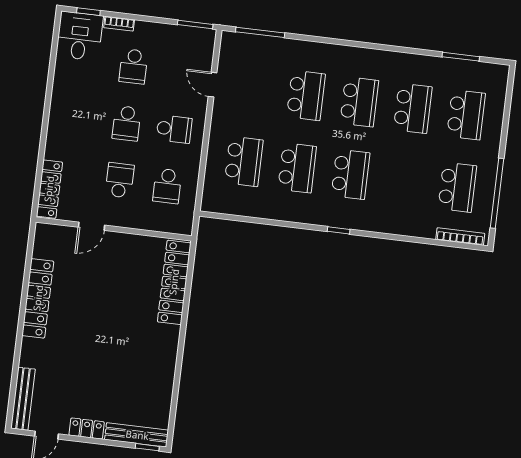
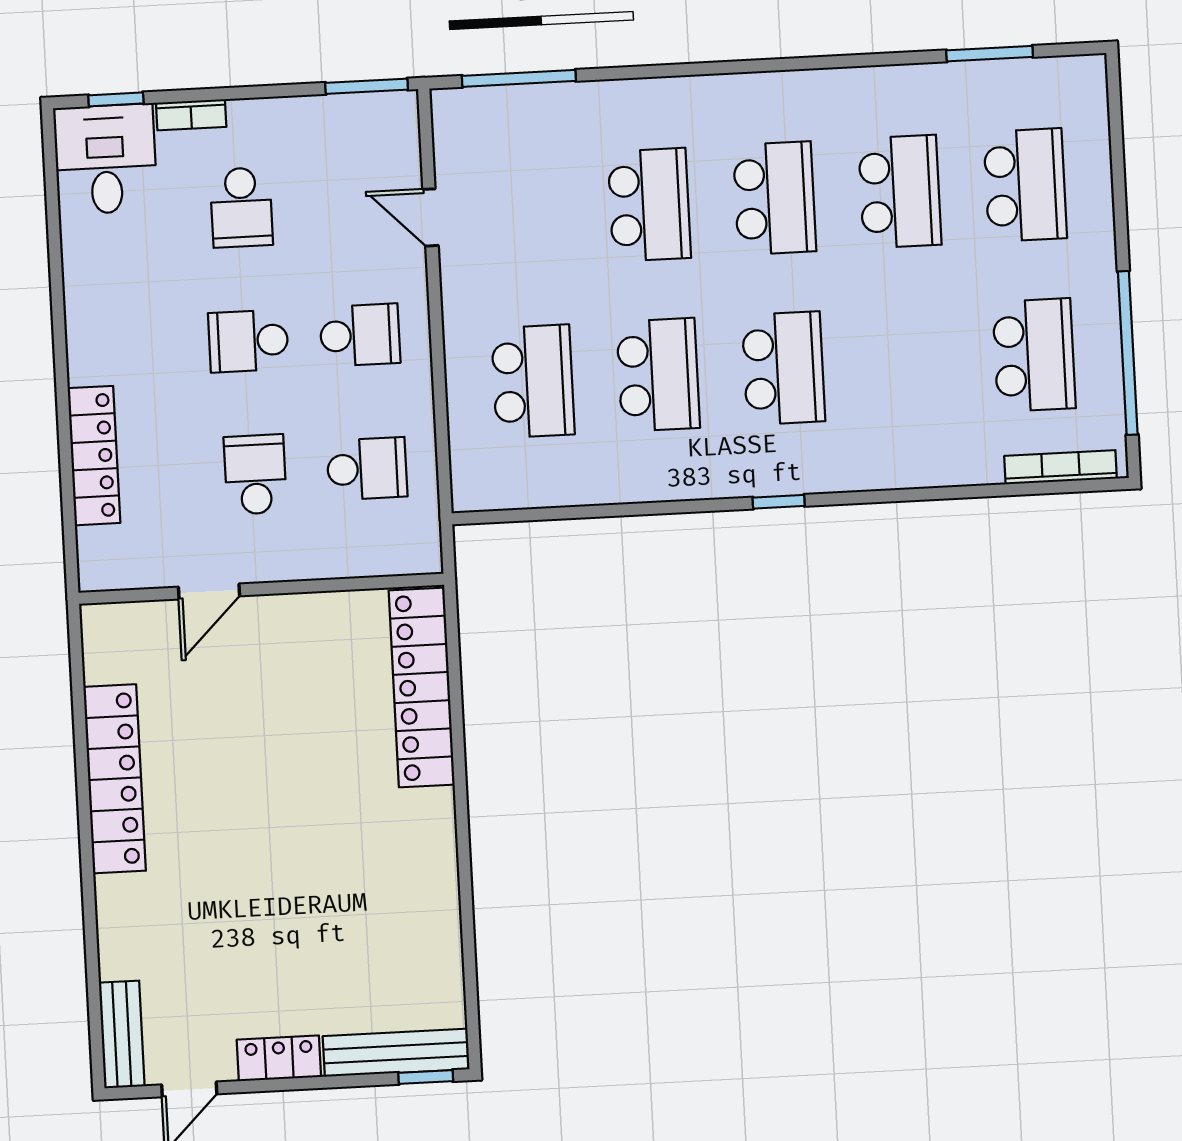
school desk: (127, 123) -> (248, 341), turned 90
school desk: (167, 186) -> (367, 469), turned -90
locker: (49, 189) -> (94, 456), moved
bench: (23, 399) -> (122, 1034), width x0.73

